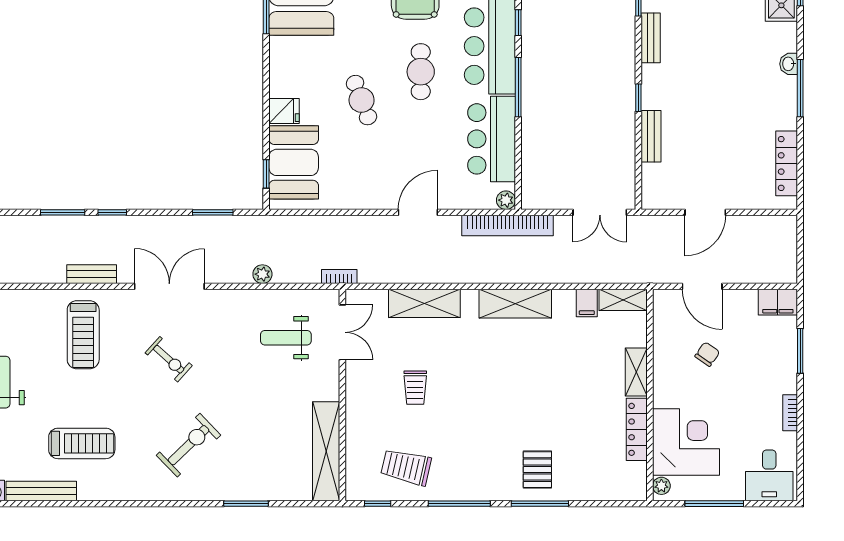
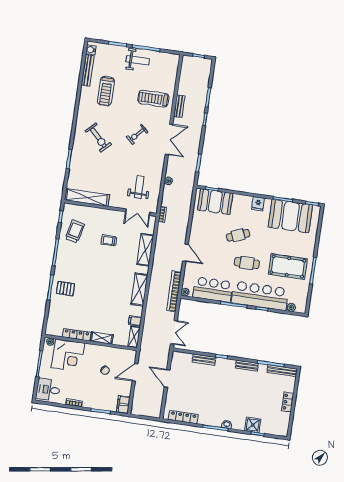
fridge: (284, 111) -> (258, 204), moved
double door: (600, 212) -> (174, 332), swing flipped

